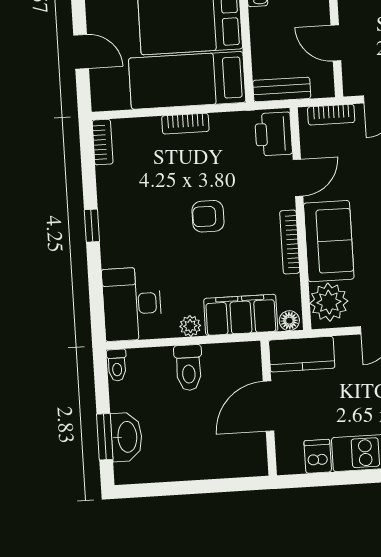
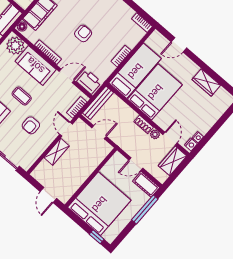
bench: (282, 89) -> (98, 103), width x1.36
door: (298, 178) -> (67, 76), swing flipped

